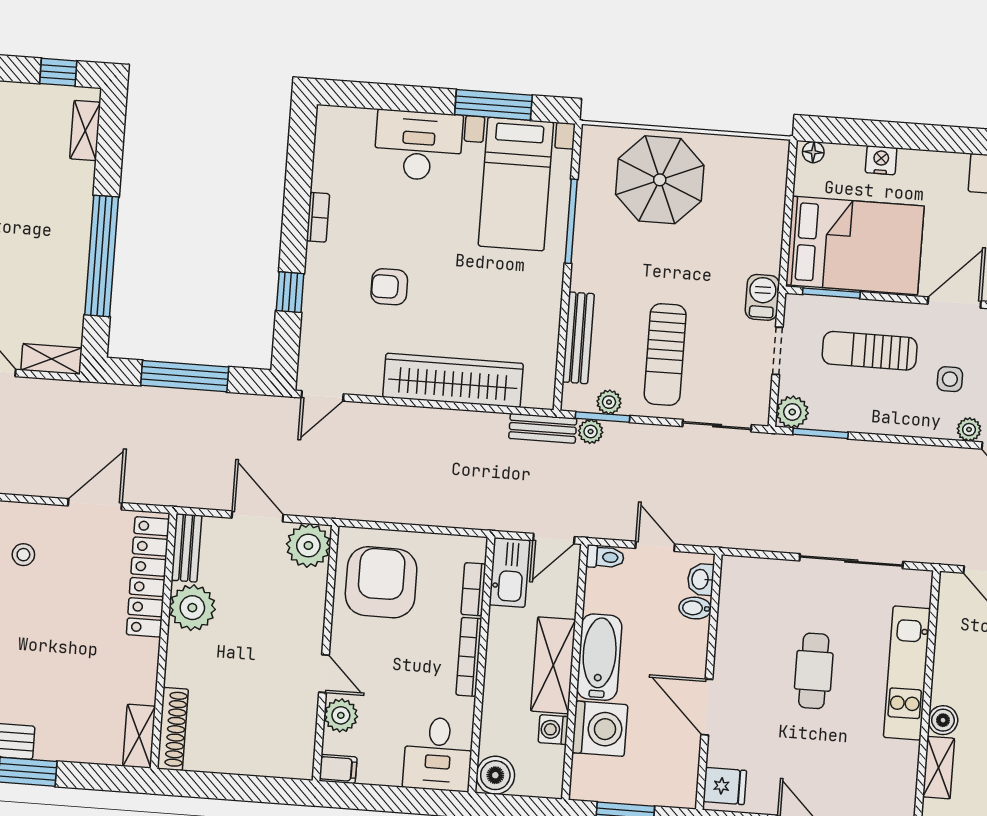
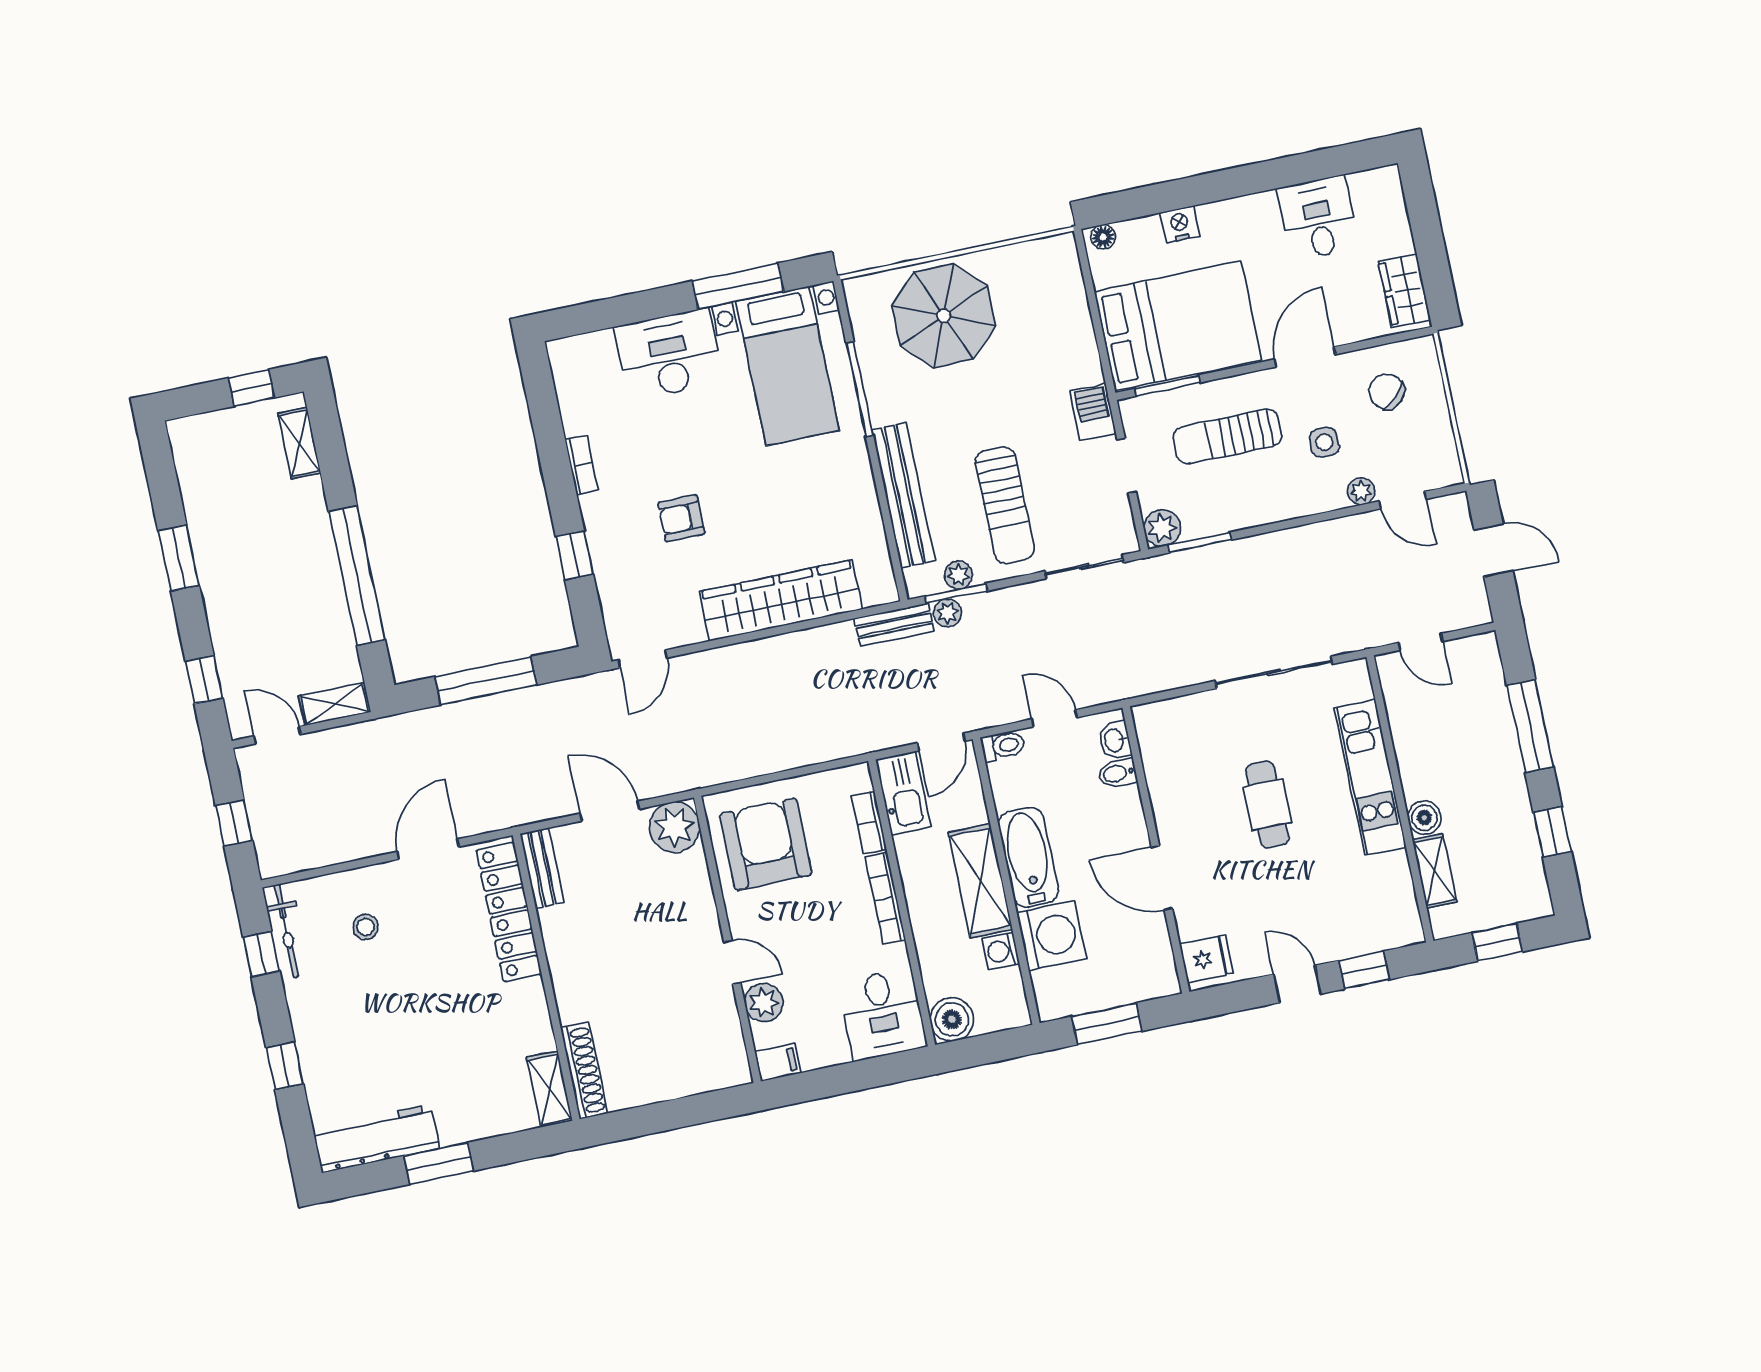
bench: (578, 338) -> (903, 495), width x1.37, depth x1.21
plant: (192, 608) -> (567, 932), removed

